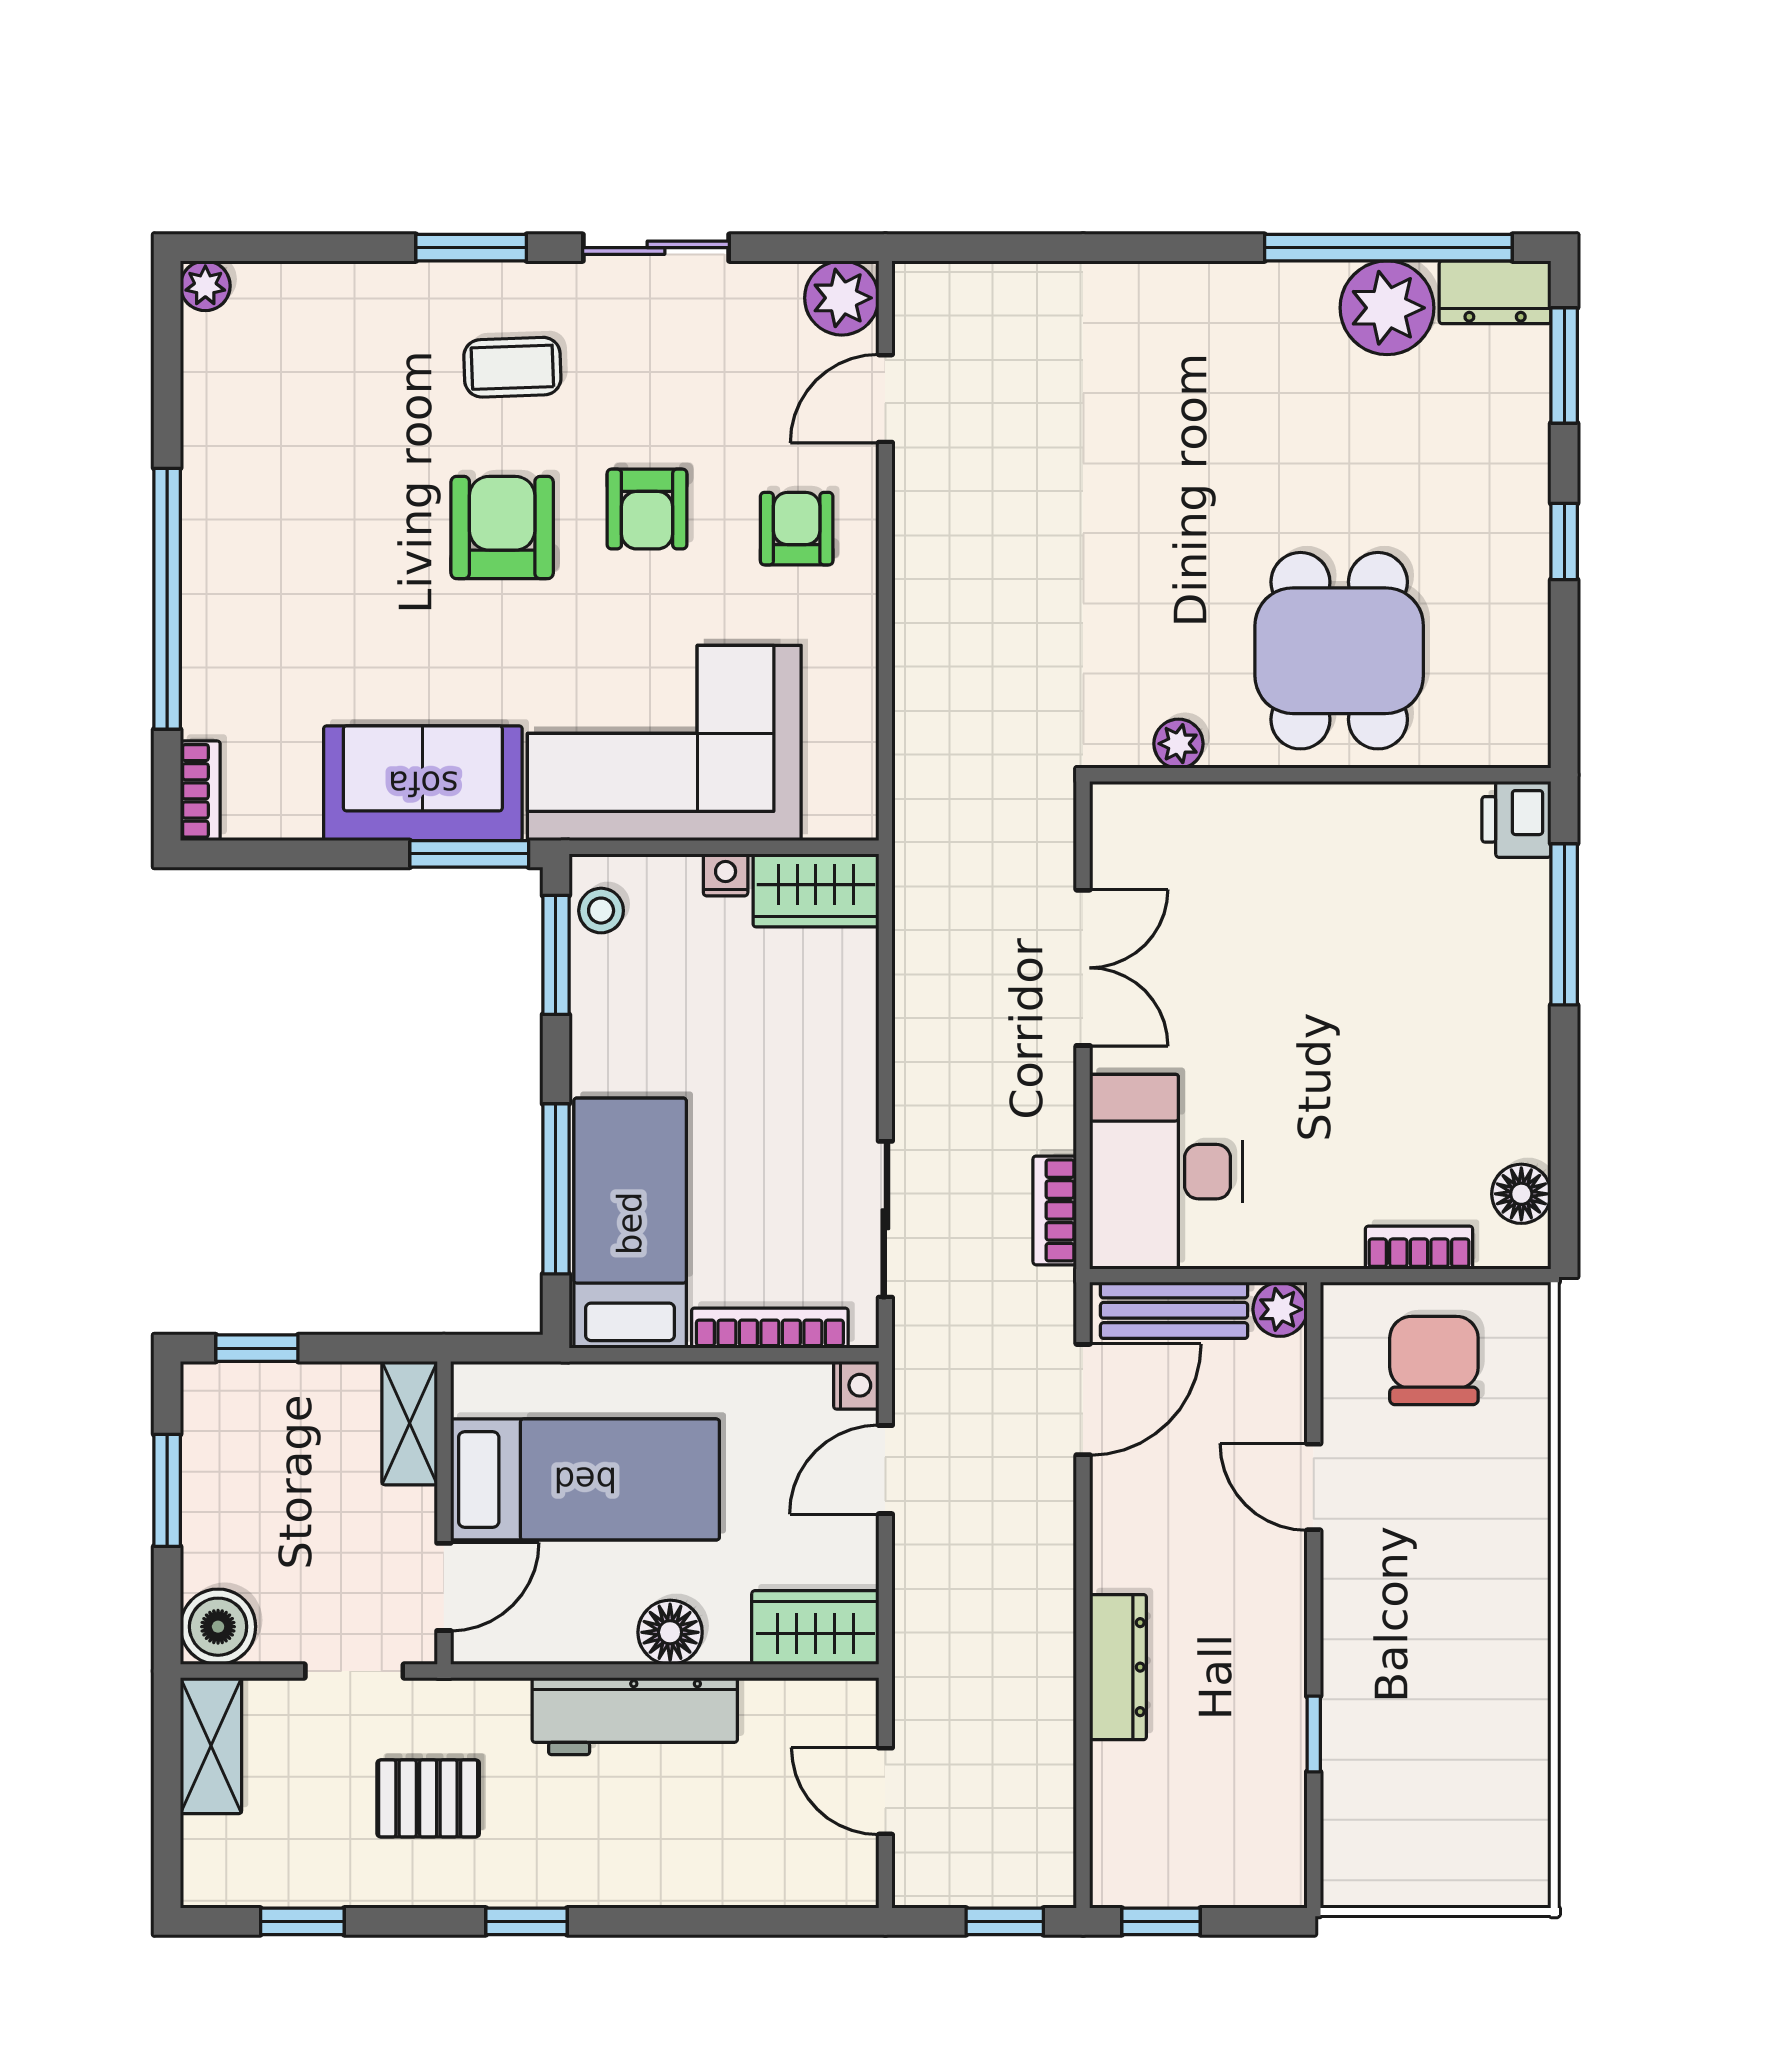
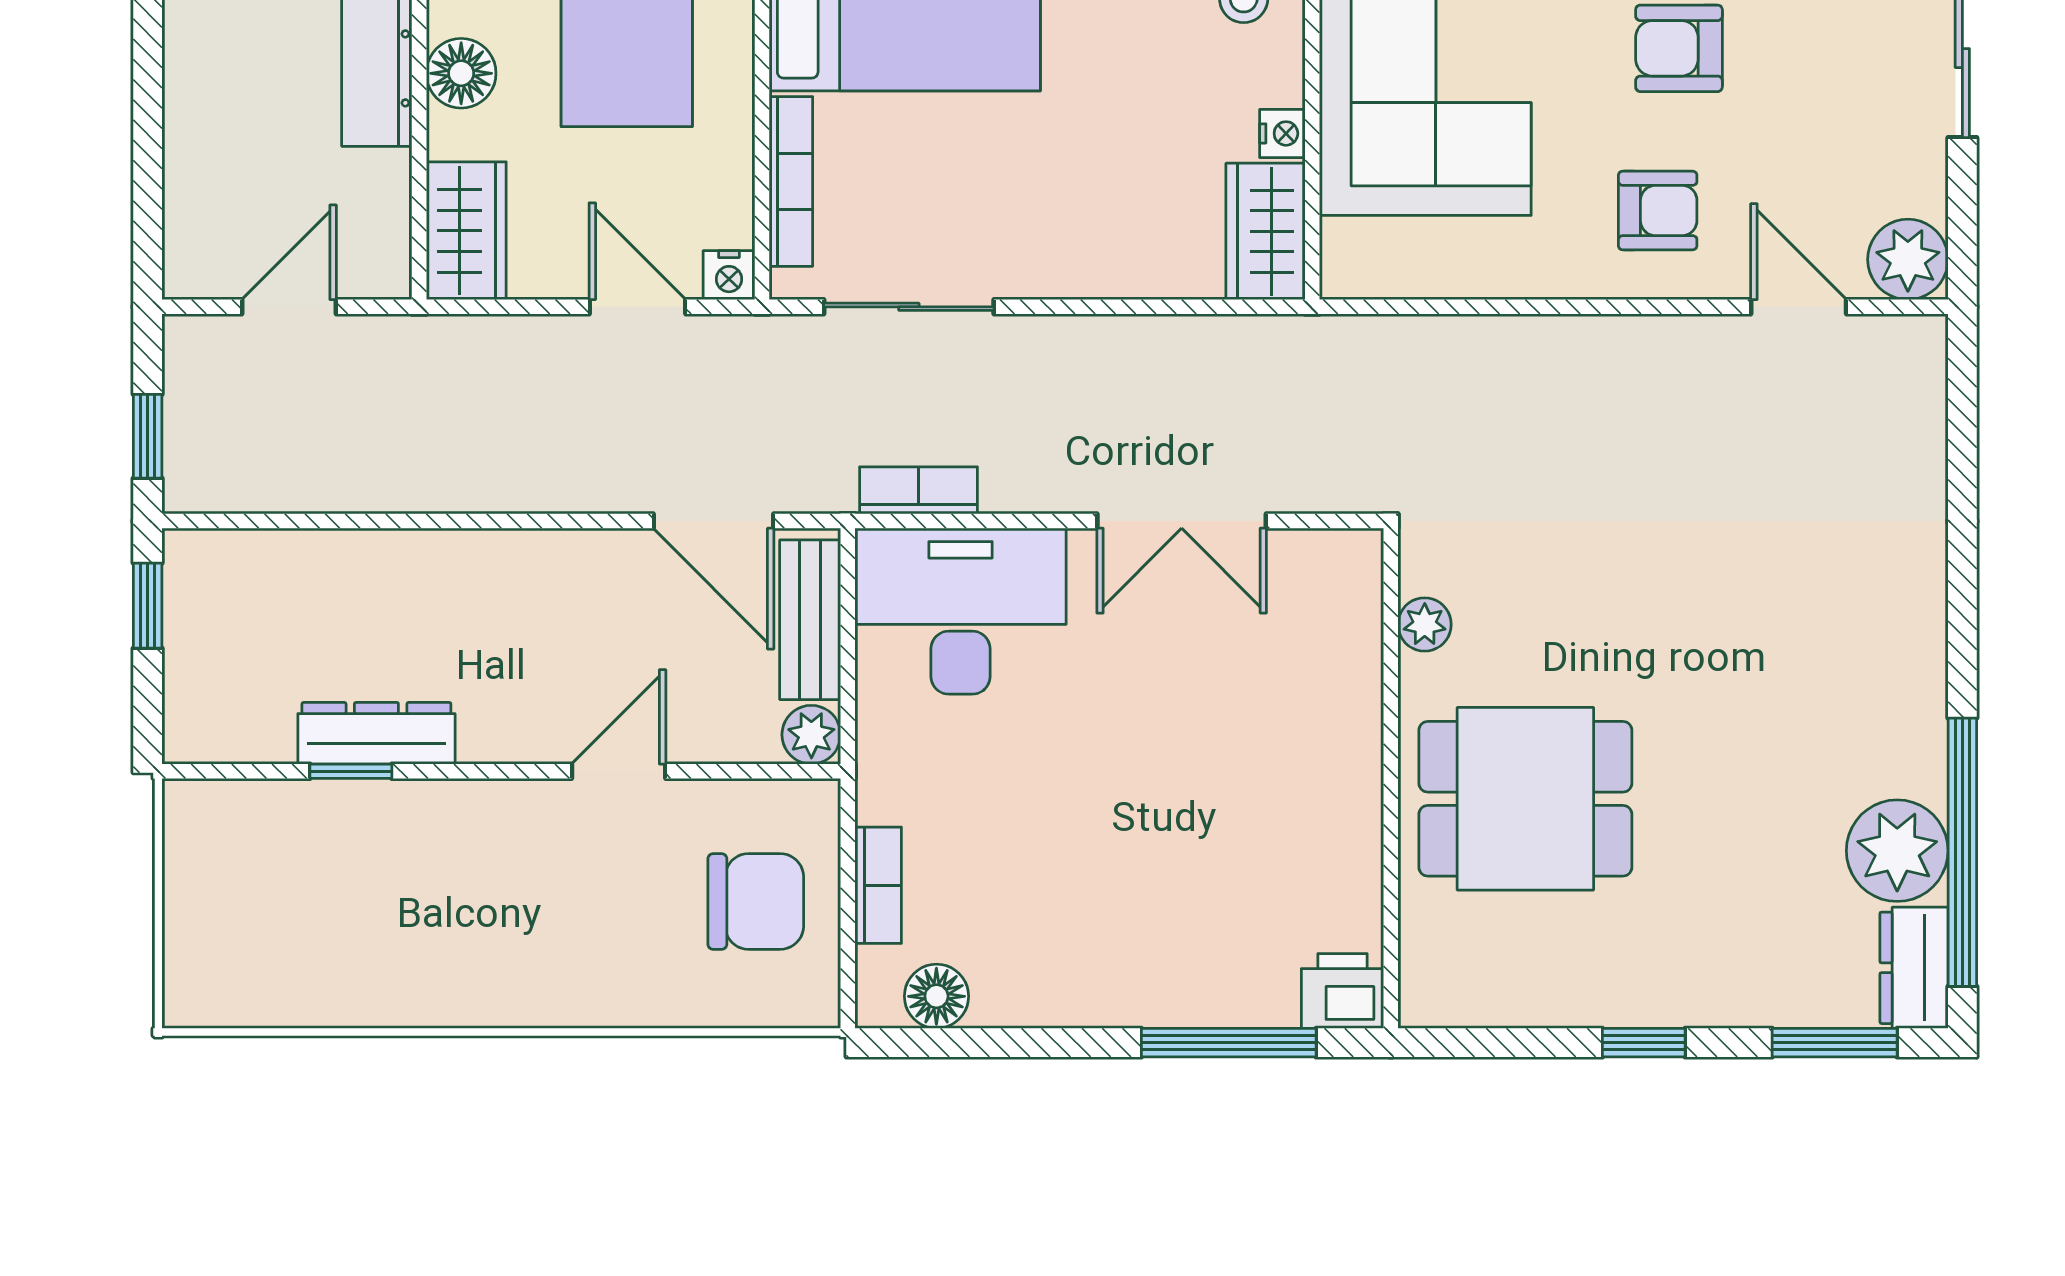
dresser: (1118, 1667) -> (376, 733), moved, turned 180

